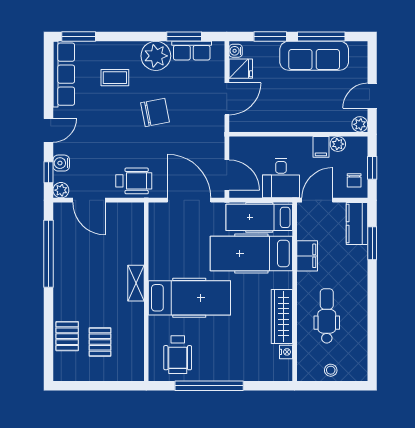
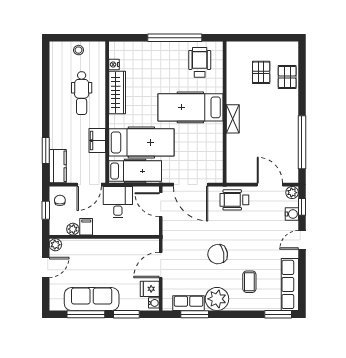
coffee table: (115, 78) -> (249, 282), turned 90

